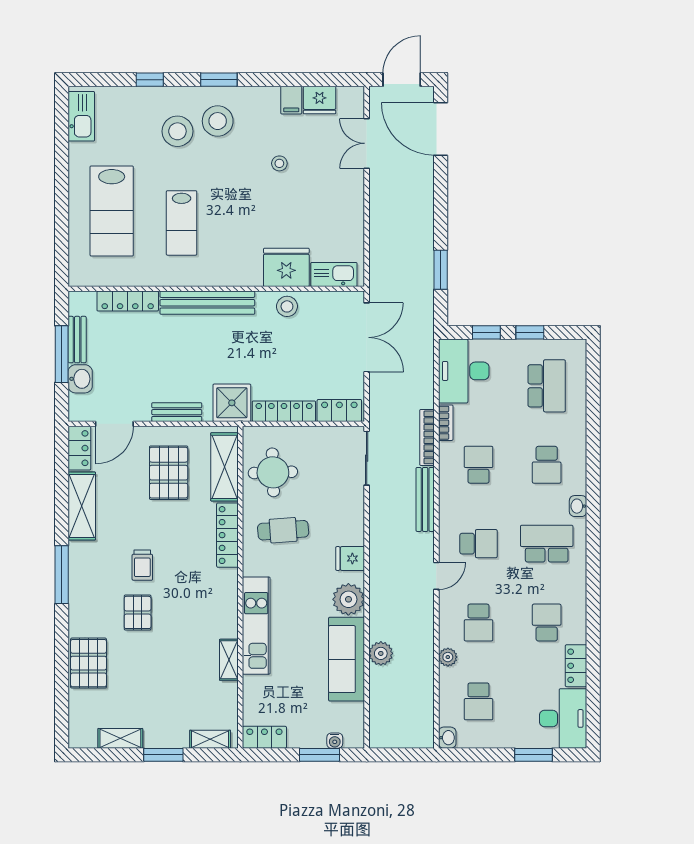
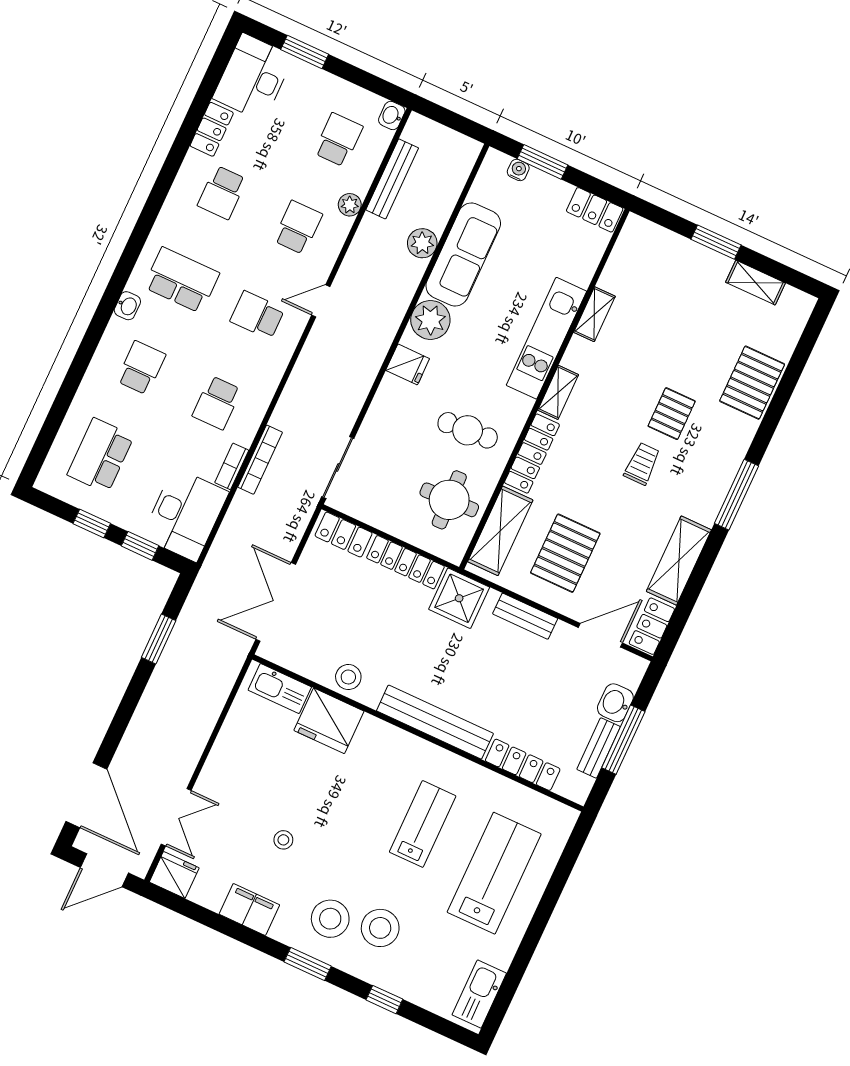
filing cabinet: (291, 100) -> (249, 910), width x2.00
fridge: (320, 100) -> (174, 875), moved
bench: (425, 499) -> (392, 179), moved
school desk: (547, 544) -> (182, 280), turned 180
shelving: (210, 739) -> (558, 392), moved, turned 90

